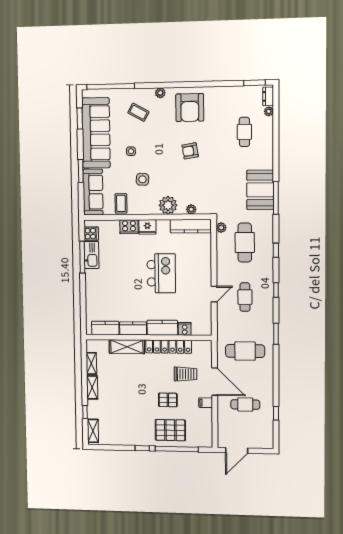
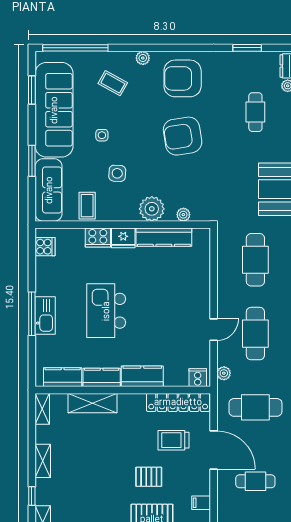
window: (255, 83) -> (247, 48), moved
armchair: (190, 108) -> (183, 78), turned 90
armchair: (190, 151) -> (183, 136), width x1.88, depth x1.88
kitchen counter: (191, 226) -> (164, 237), moved
plant: (221, 228) -> (224, 373), moved
kitchen sink: (92, 255) -> (45, 316), moved
window: (82, 257) -> (32, 314), moved
kitchen island: (161, 273) -> (106, 311), moved, turned 180
cafe table: (245, 297) -> (255, 334), width x1.37, depth x1.35
cooker: (185, 329) -> (198, 378), moved
locker: (169, 347) -> (178, 402), moved
shelving: (91, 363) -> (42, 409), moved
trolley: (185, 374) -> (174, 440), turned 180
filing cabinet: (206, 403) -> (201, 503), moved

